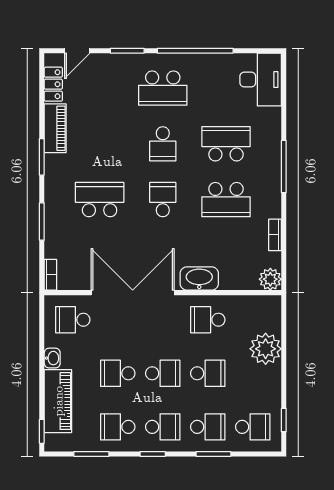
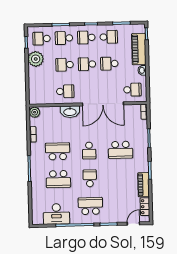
desk: (261, 80) -> (56, 214), moved, turned -90
plant: (266, 349) -> (36, 59), moved
school desk: (118, 373) -> (109, 64), turned 180

